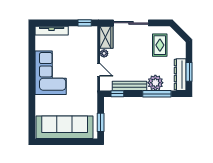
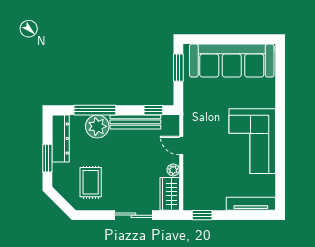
sliding door: (131, 23) -> (133, 215), width x0.73
window: (189, 72) -> (47, 158), moved

